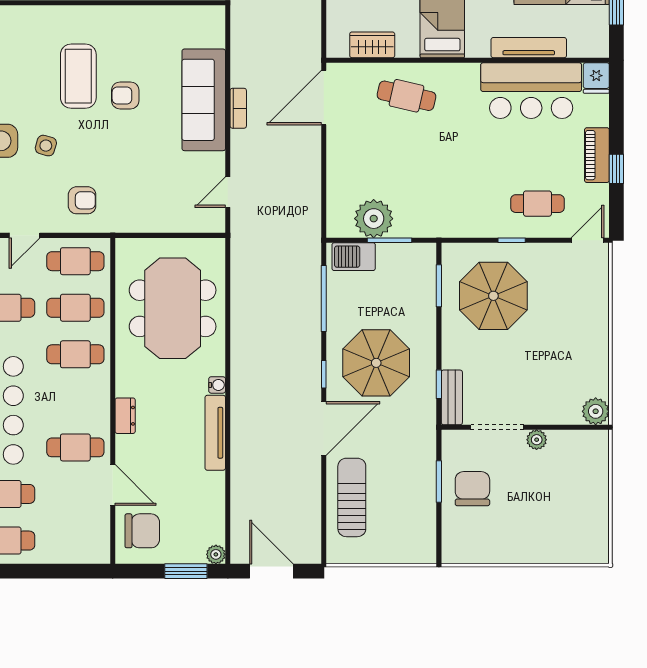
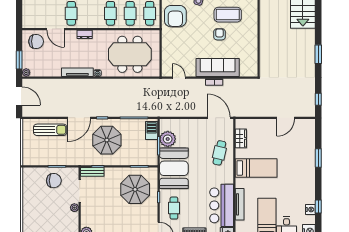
armchair: (82, 200) -> (175, 16), width x1.88, depth x1.88
booth: (443, 204) -> (174, 168), added
door: (324, 429) -> (79, 118), hinge flipped
door: (113, 485) -> (55, 29), hinge flipped
chair: (142, 531) -> (36, 41), turned -90
door: (271, 571) -> (19, 96), hinge flipped

